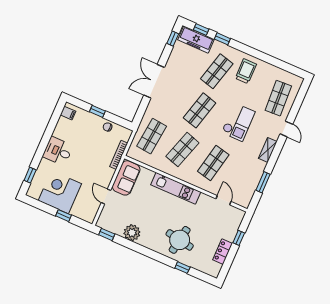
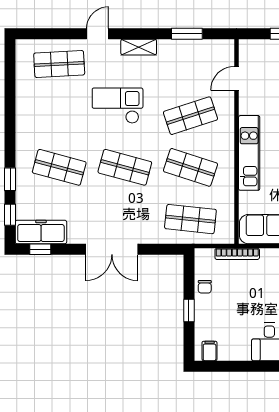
freezer: (196, 39) -> (41, 232), moved, turned -90
trolley: (246, 71) -> (41, 126), removed
shop shelf: (213, 163) -> (190, 116), turned -30

